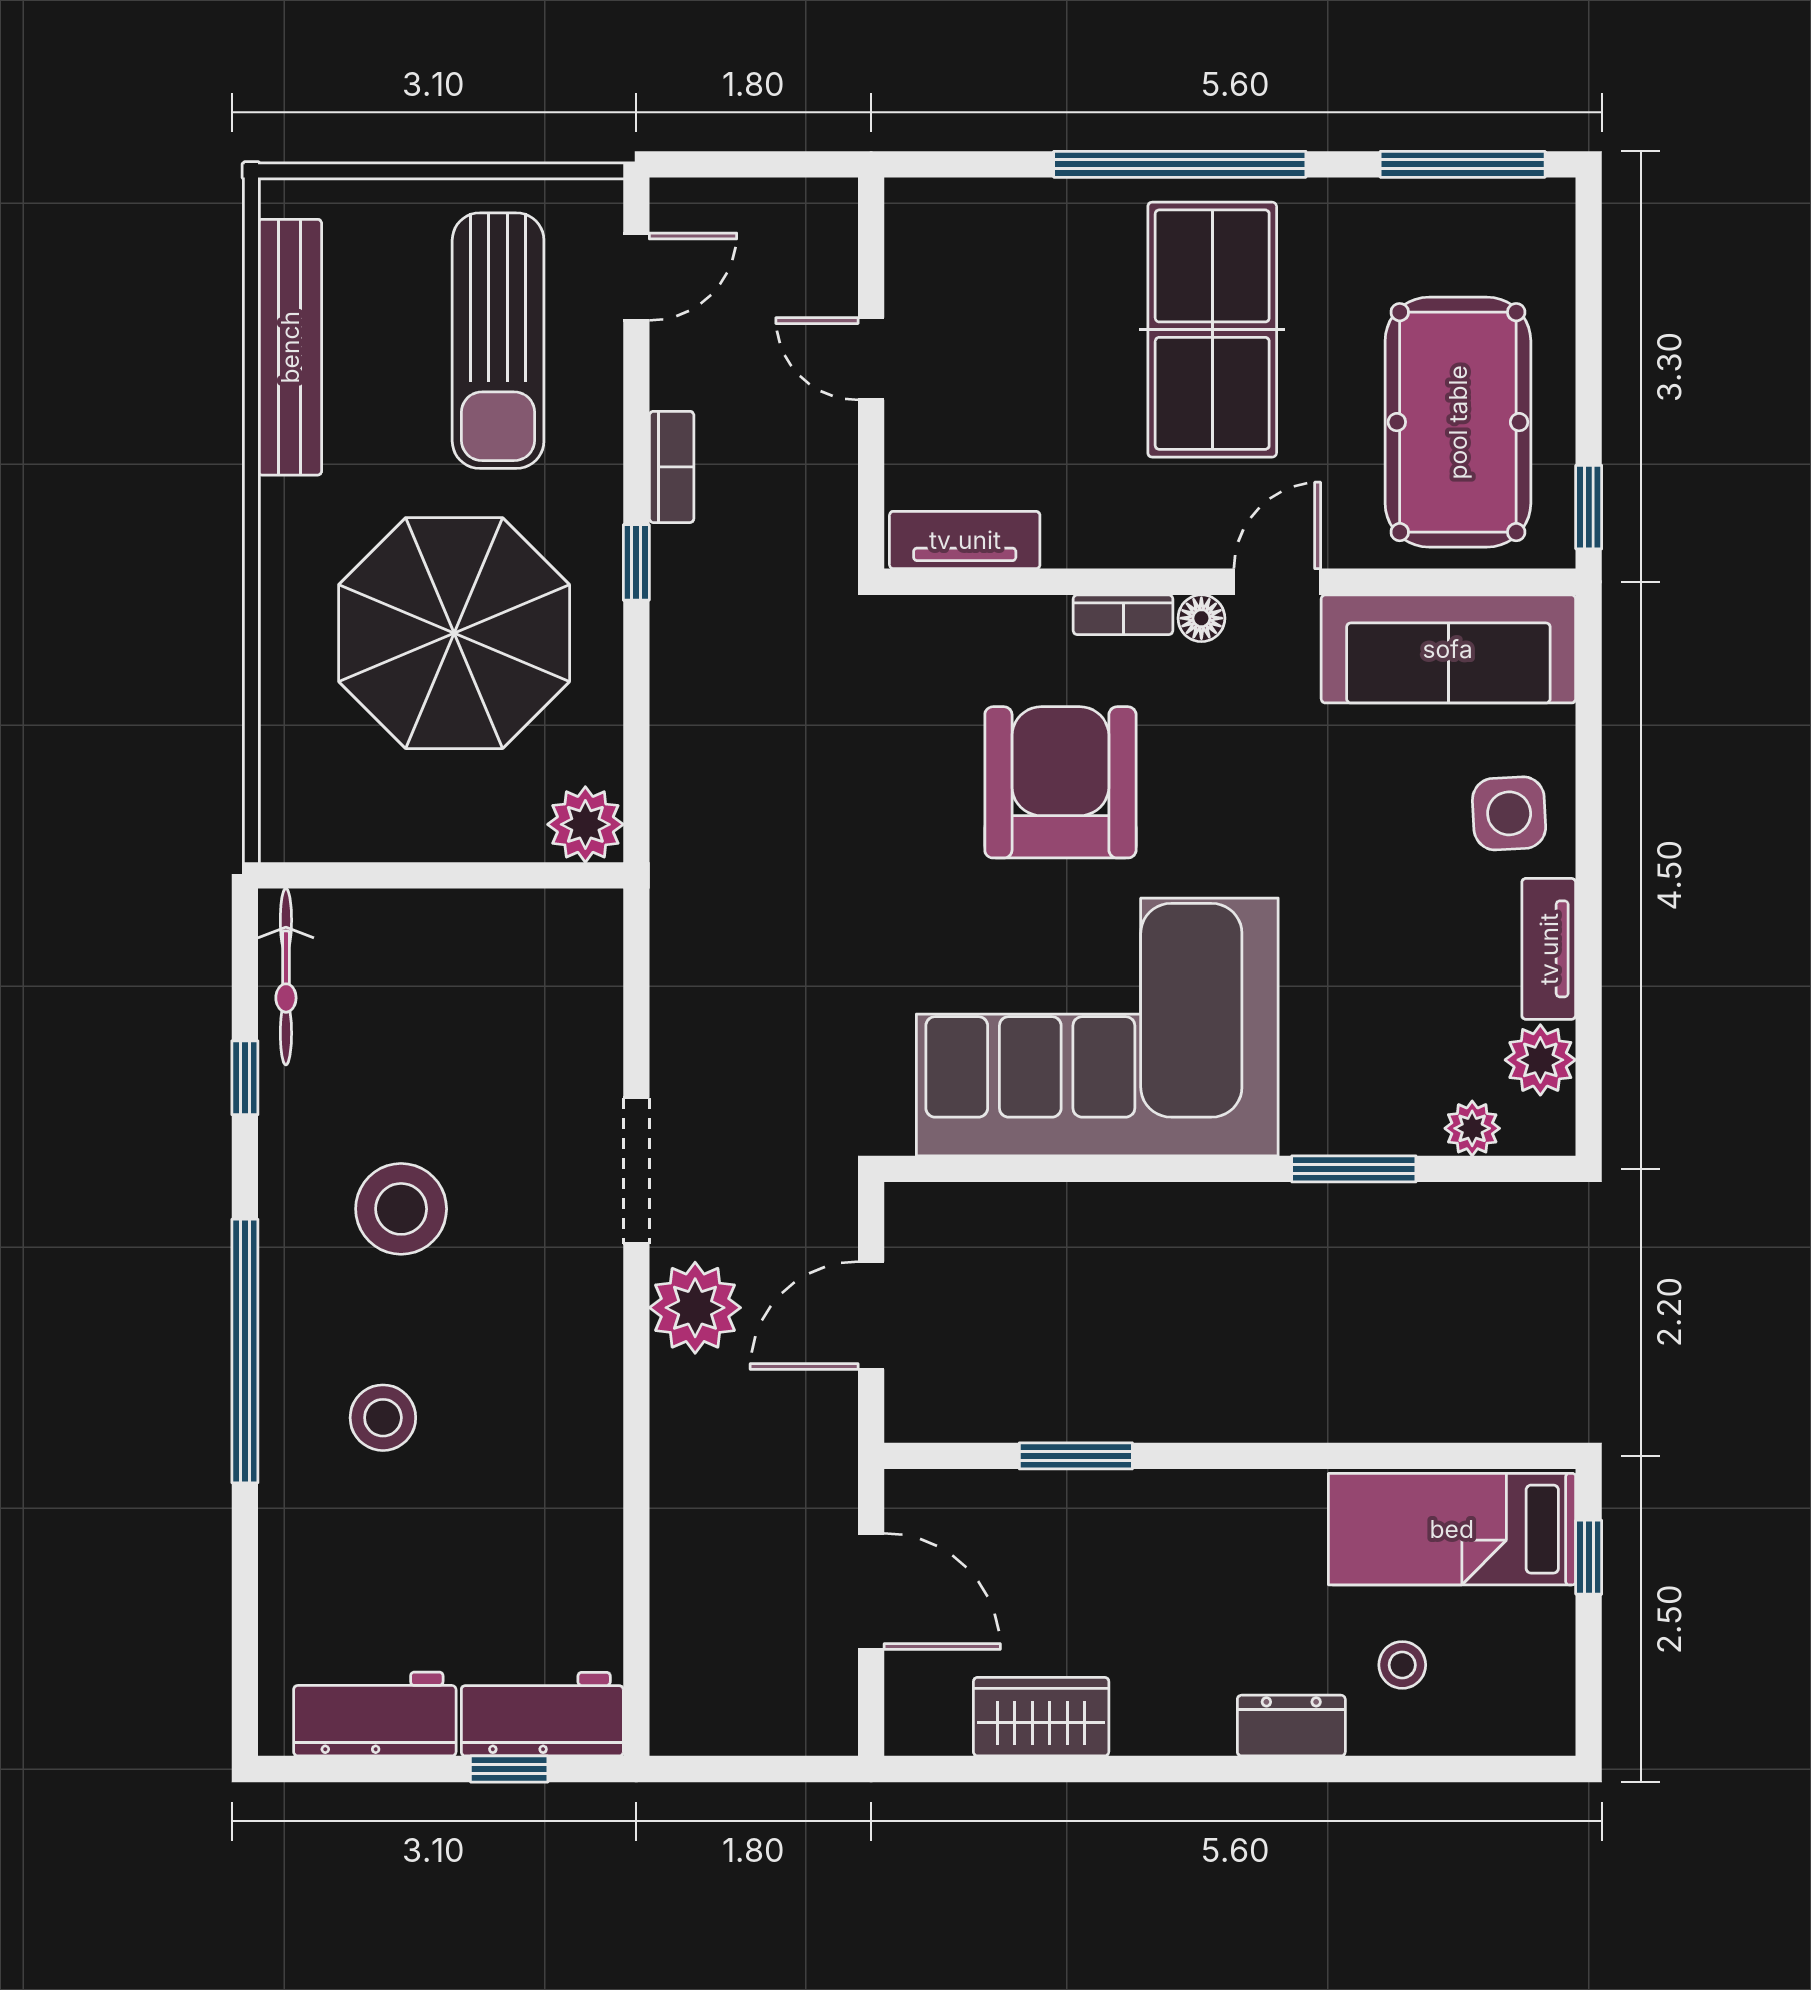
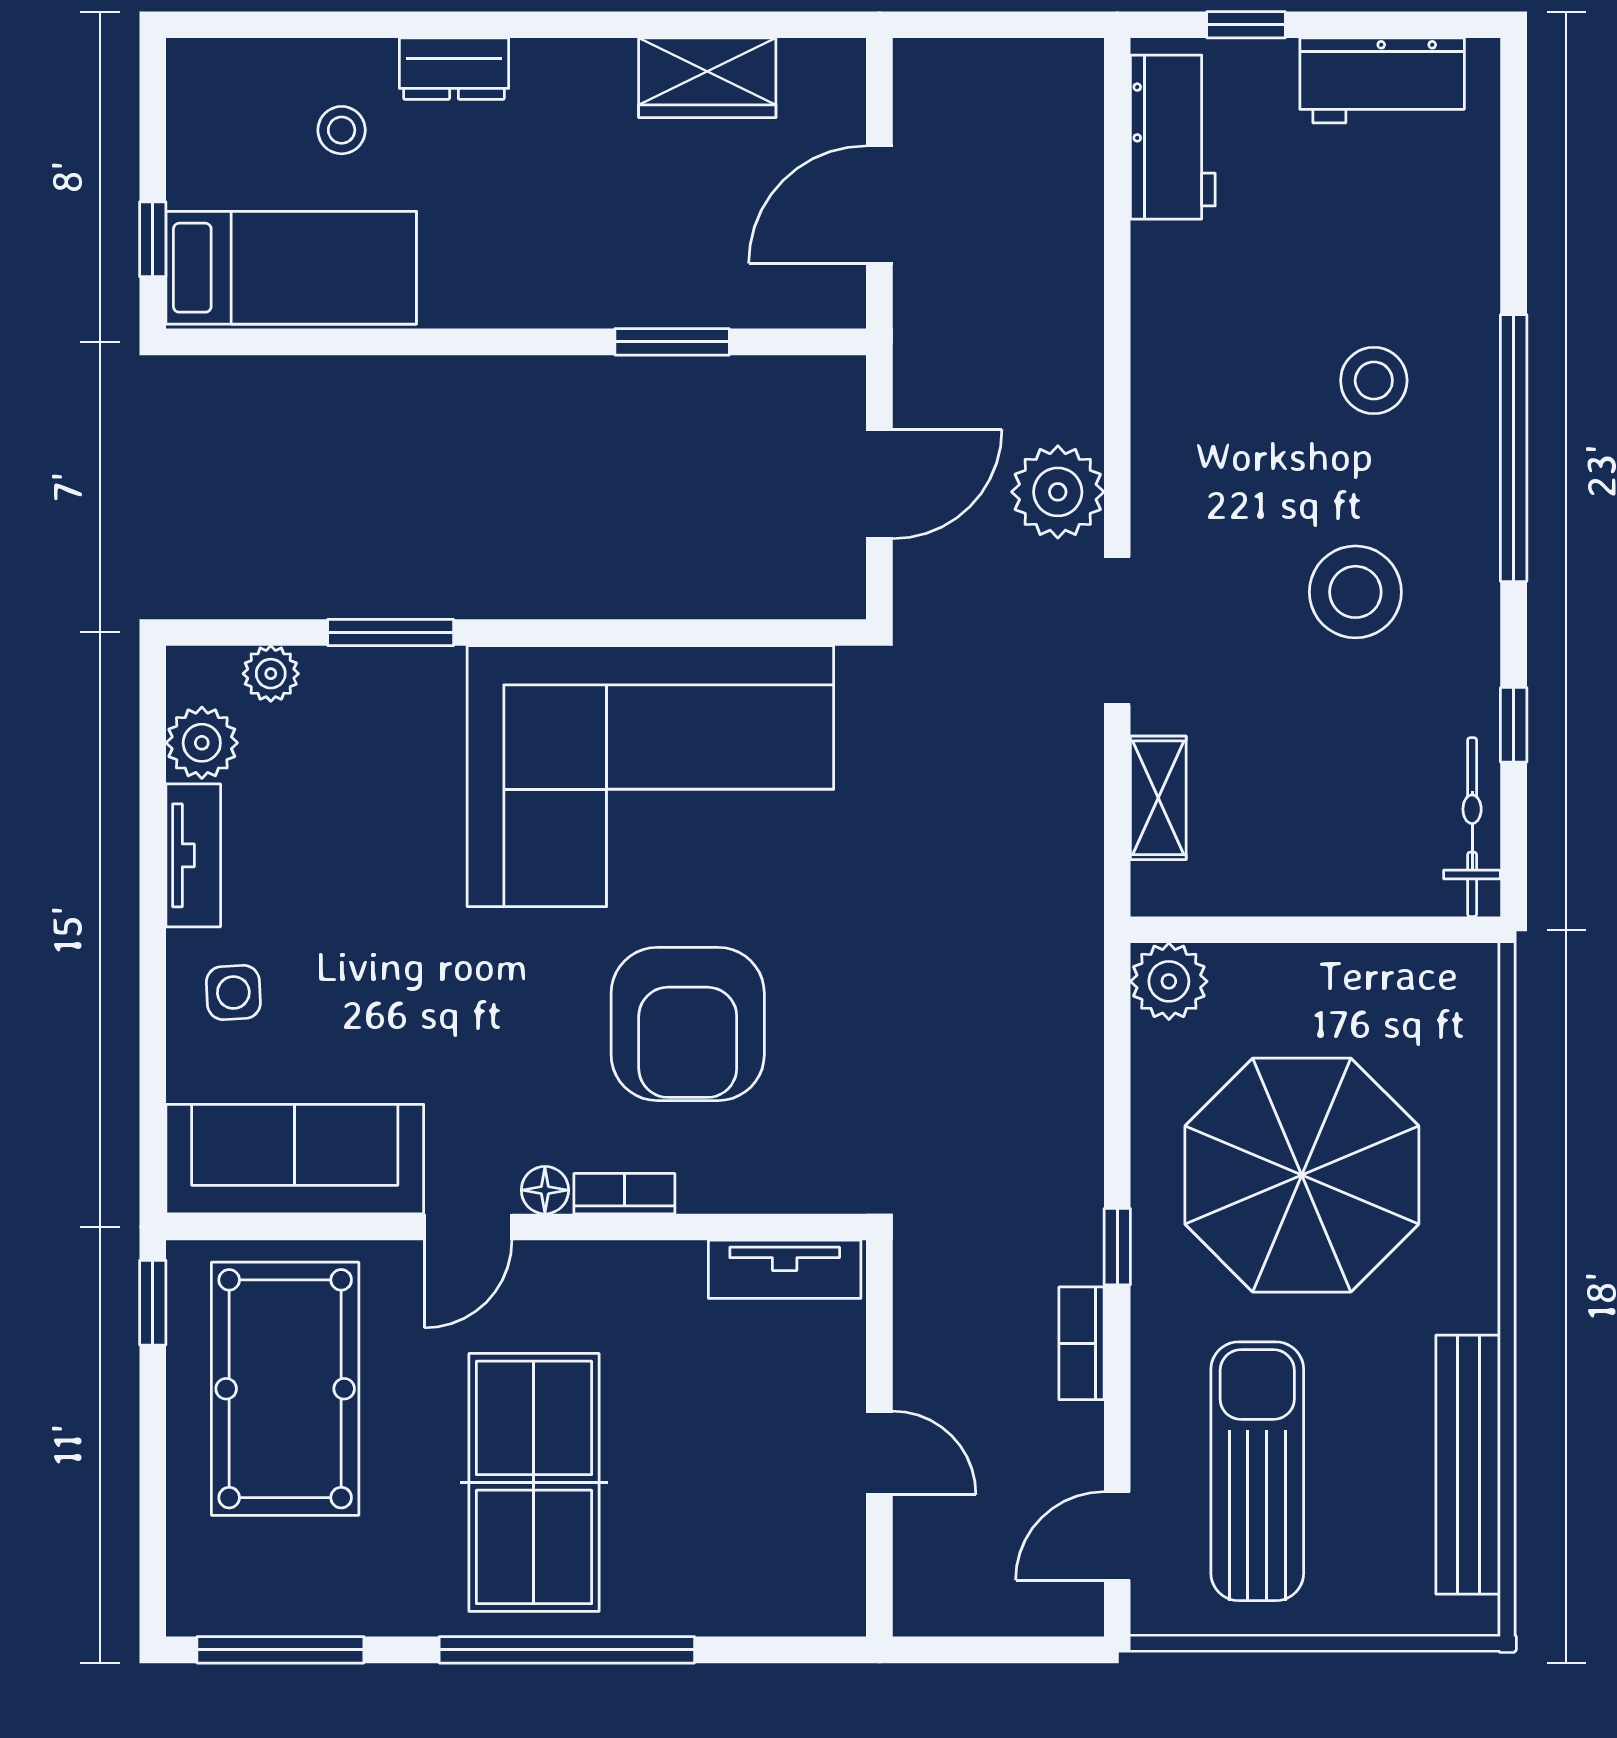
side table: (1509, 813) -> (233, 993), width x0.73, depth x0.73
shelving: (596, 1006) -> (1158, 798), added
door: (871, 1591) -> (879, 205), hinge flipped
workbench: (542, 1714) -> (1173, 137), moved, turned -90

